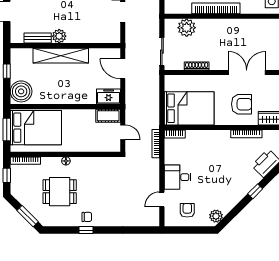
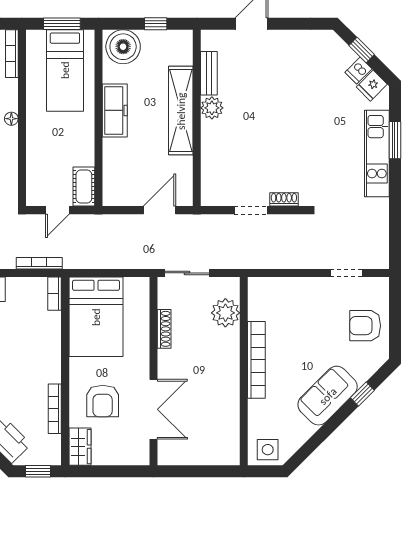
freezer: (109, 97) -> (115, 110), moved, width x1.40
bed: (36, 128) -> (65, 70), width x0.67

